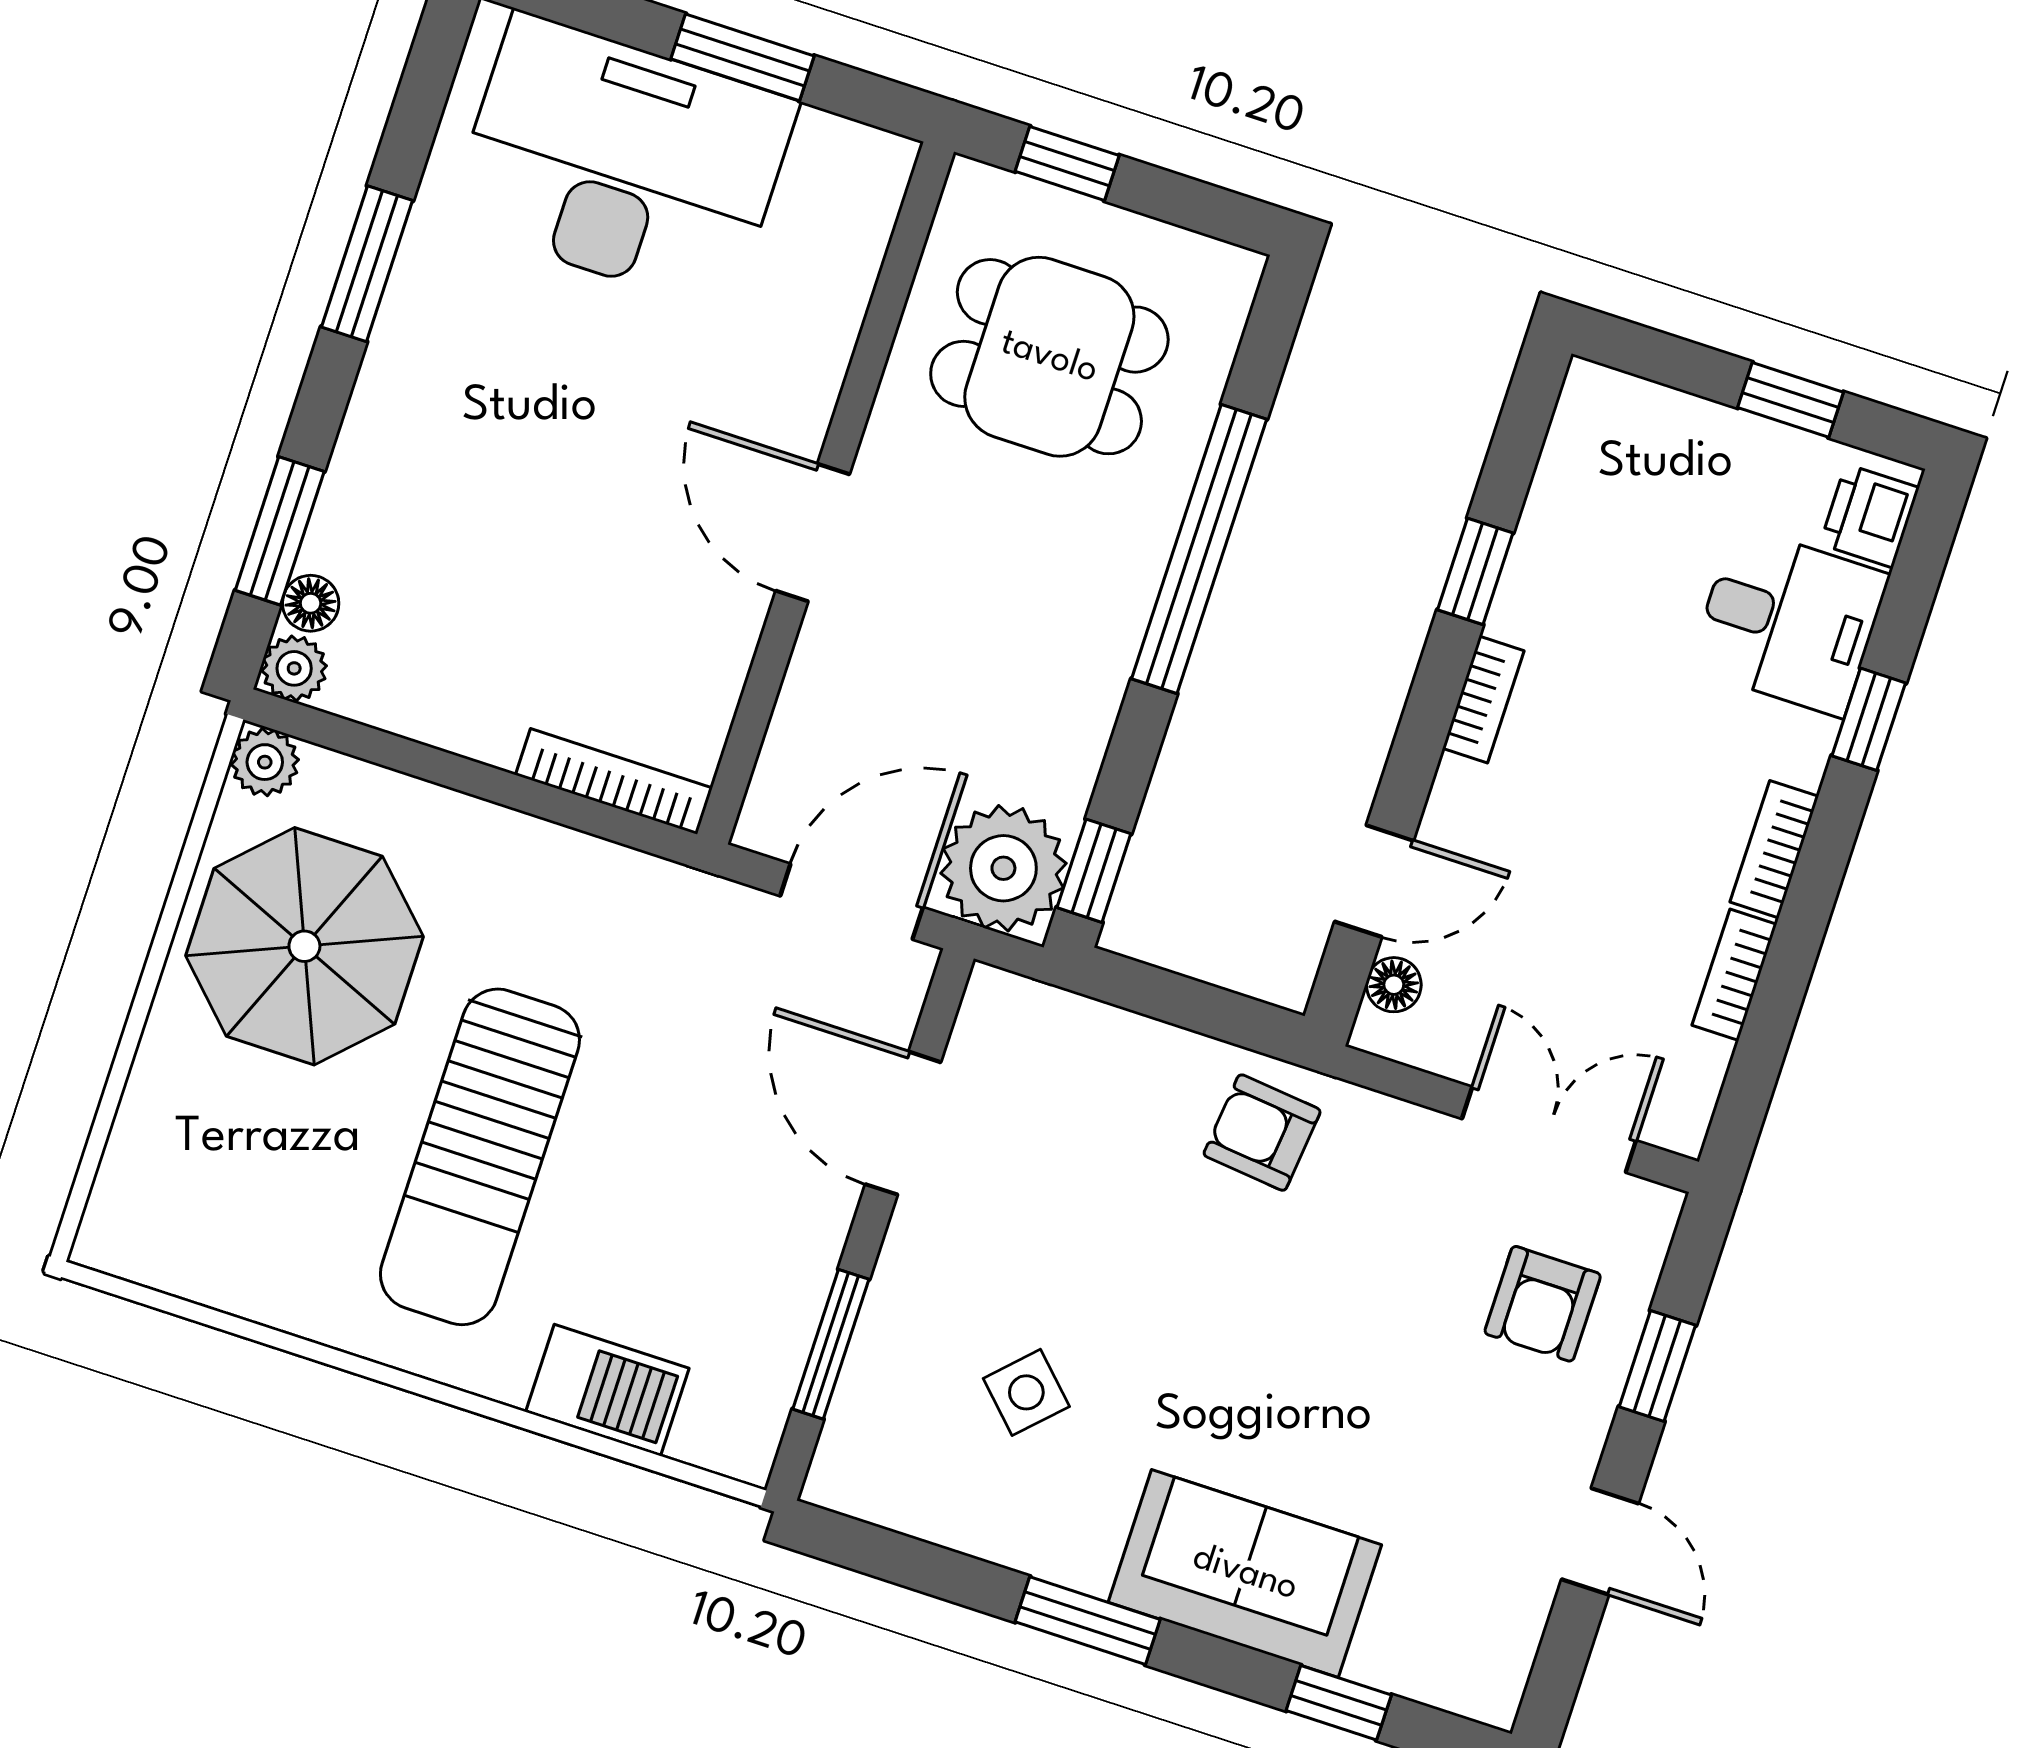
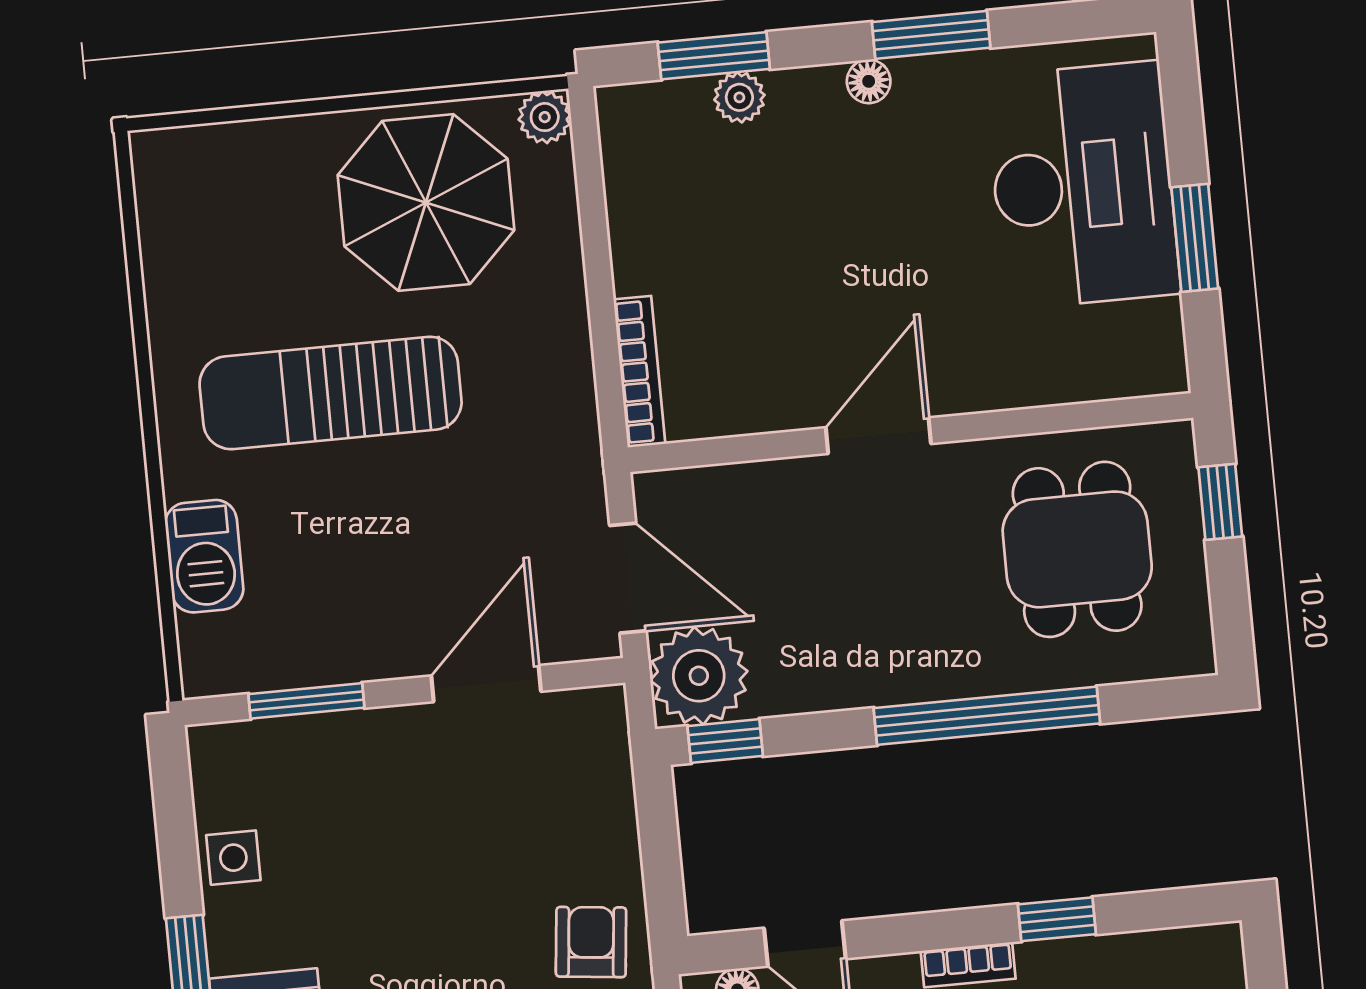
floor lamp: (311, 603) -> (869, 81), moved
plant: (294, 668) -> (739, 97), moved
side table: (1026, 1392) -> (233, 858), moved, turned 45

